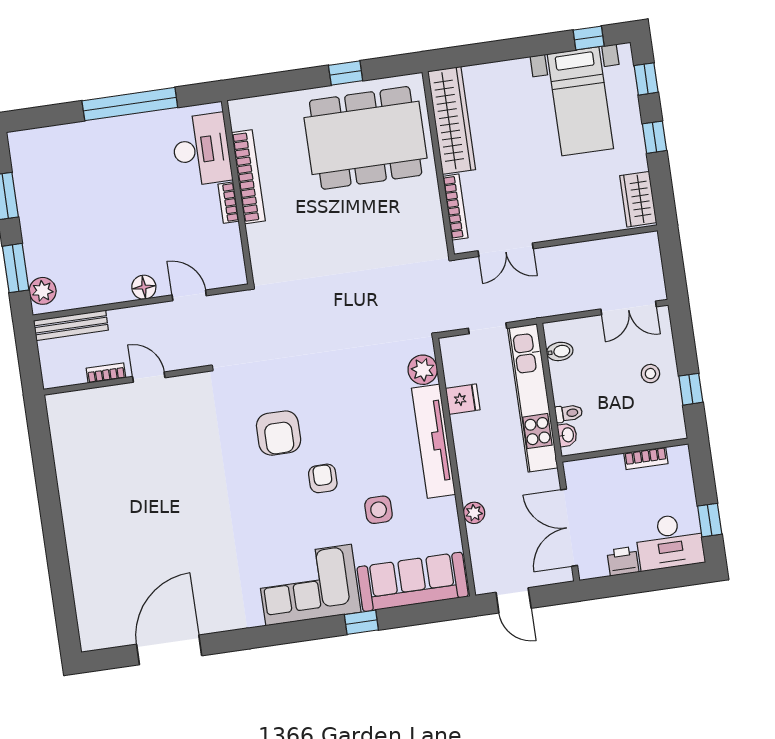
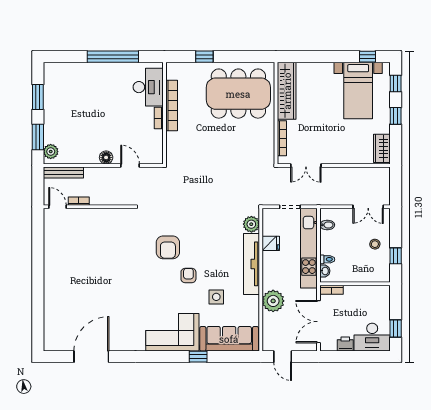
window: (346, 73) -> (204, 57), moved
door: (149, 377) -> (57, 207), moved
bookcase: (646, 458) -> (332, 290), moved
plant: (474, 513) -> (273, 301), width x1.87, depth x1.87

